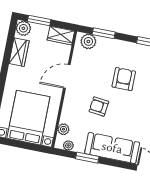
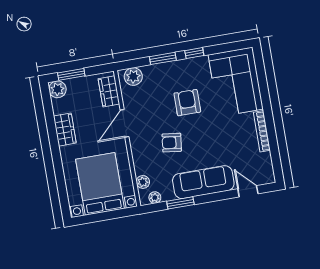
window: (104, 33) -> (163, 58), moved
wardrobe: (61, 36) -> (109, 91), moved, turned 90
wardrobe: (19, 52) -> (65, 130), moved

